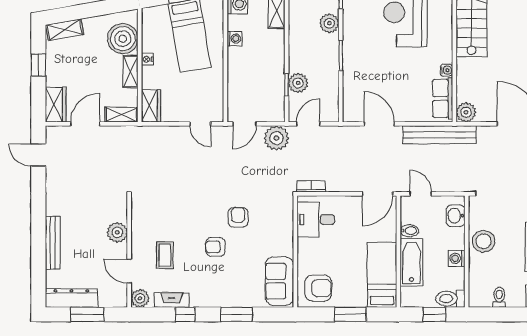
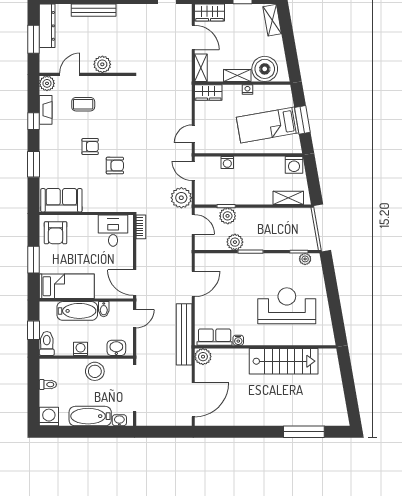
plant: (329, 23) -> (235, 242), moved
washing machine: (234, 39) -> (227, 163), moved
armchair: (215, 247) -> (90, 147), turned 90

